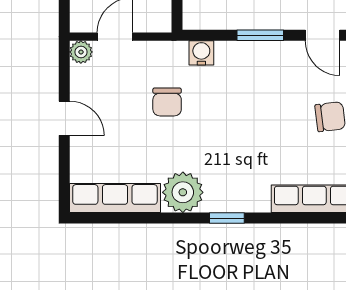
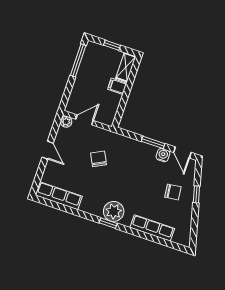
water cooler: (201, 53) -> (163, 155), moved
chair: (167, 102) -> (99, 159), turned 153
plant: (183, 192) -> (114, 211), moved

